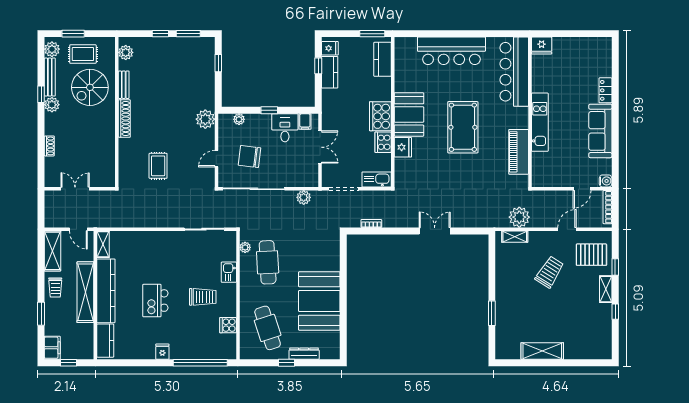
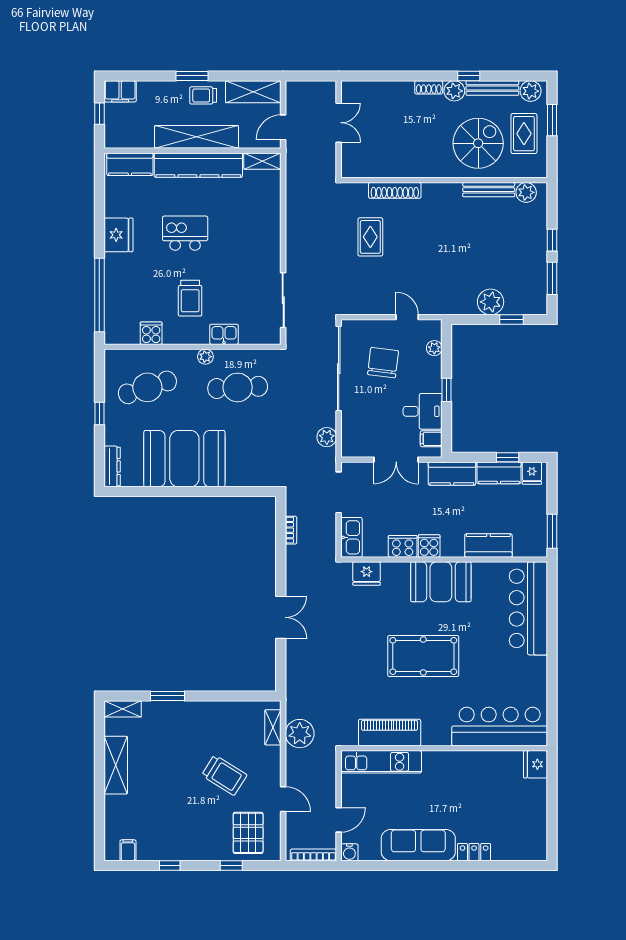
bar counter: (451, 51) -> (528, 608), moved
kitchen counter: (383, 59) -> (488, 546), moved
bench: (124, 85) -> (489, 190), width x1.36
spiral stairs: (90, 87) -> (478, 143), turned 90
kitchen counter: (330, 106) -> (452, 474), added
cooker: (380, 116) -> (429, 546), width x0.53, depth x0.76
shoe rack: (124, 119) -> (395, 190), moved
plant: (205, 119) -> (491, 302), moved
kitchen unit: (540, 122) -> (381, 762), moved
shoe rack: (49, 146) -> (429, 87), moved
fridge: (403, 147) -> (367, 574), moved
door: (216, 159) -> (407, 317), moved
rug: (158, 166) -> (370, 237), turned 90
door: (582, 189) -> (339, 820), swing flipped
plant: (245, 247) -> (205, 357), moved
shelving: (606, 289) -> (123, 709), moved
window: (41, 314) -> (192, 76), moved
filing cabinet: (604, 342) -> (128, 850), added
fridge: (162, 352) -> (118, 235), width x1.88, depth x1.34
dresser: (304, 354) -> (112, 466), moved

